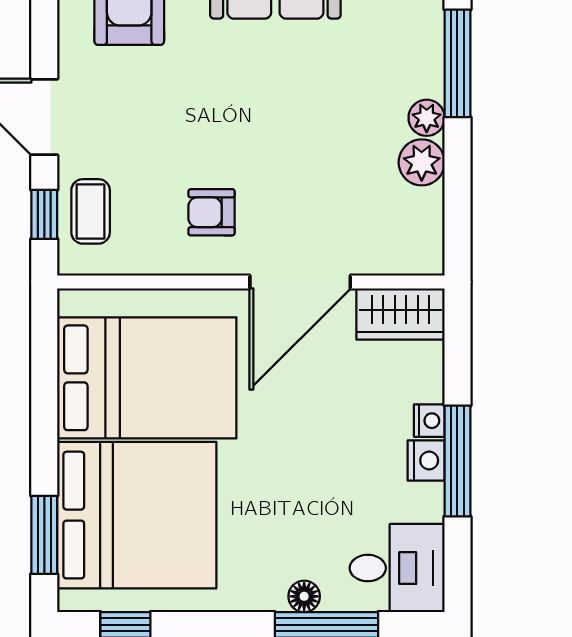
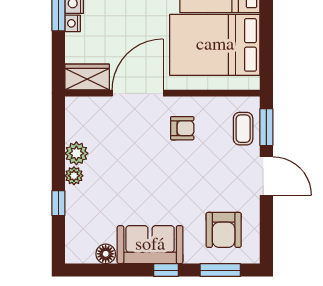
window: (457, 63) -> (58, 203), width x0.46
window: (44, 214) -> (266, 127), width x1.50

